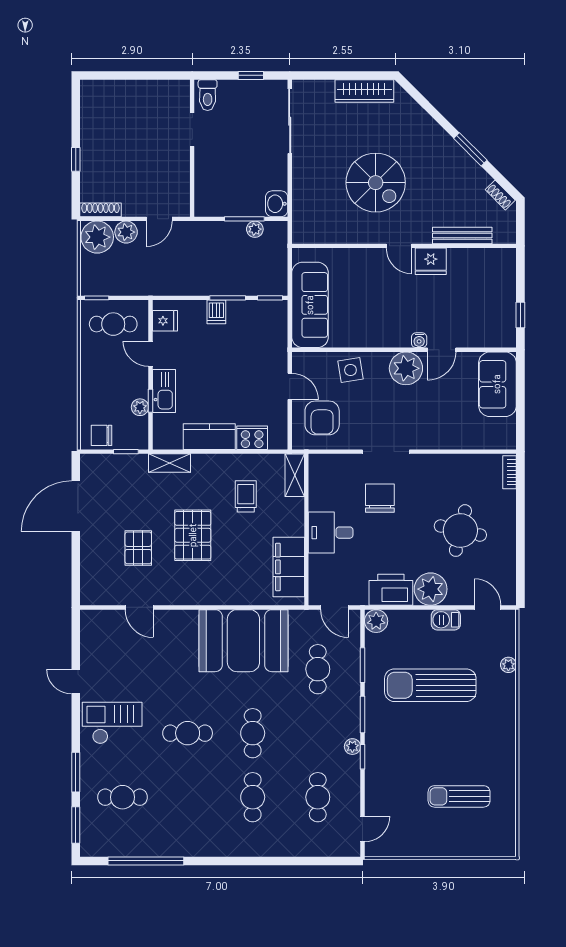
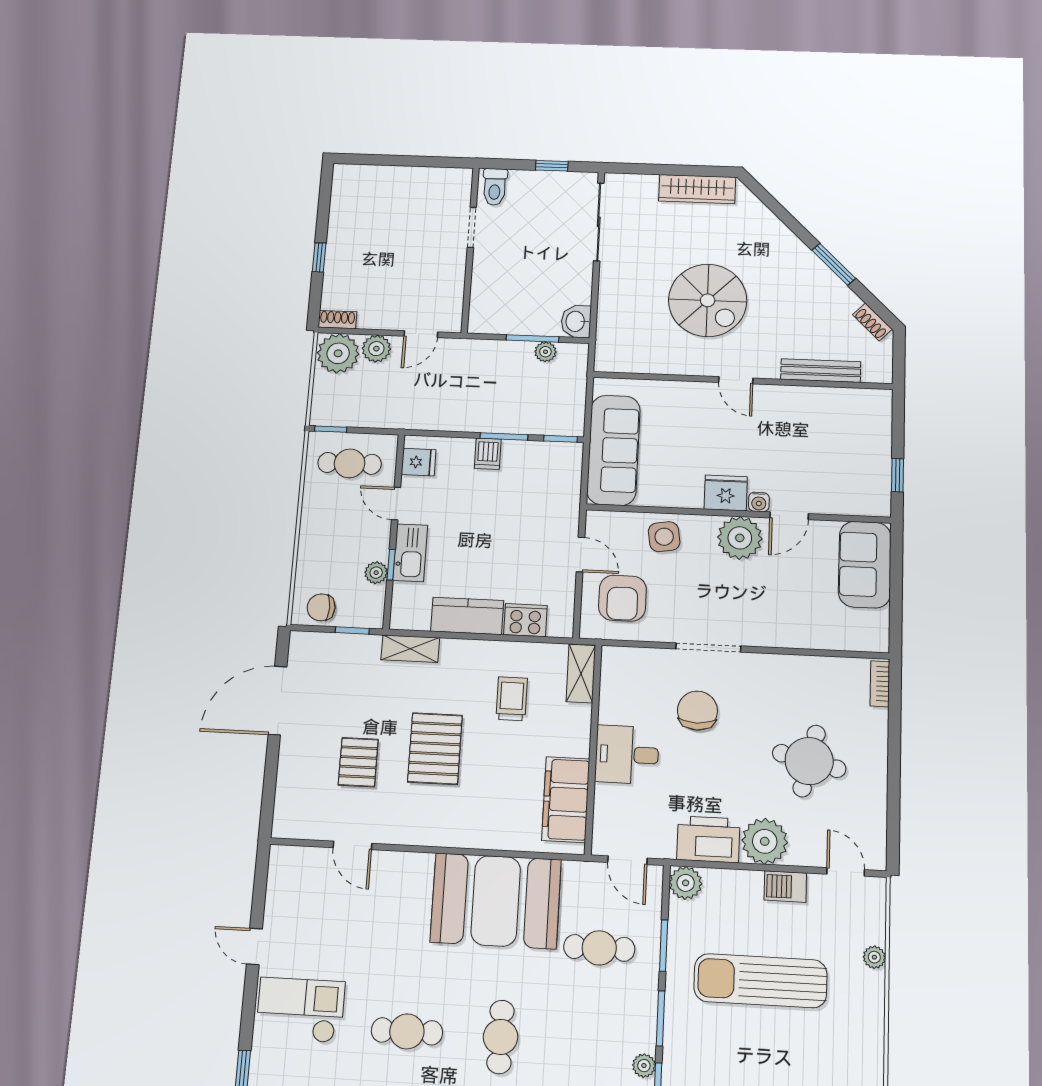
shoe rack: (101, 210) -> (337, 320), width x0.70
fridge: (431, 261) -> (726, 493), moved, turned 180
cafe table: (318, 669) -> (599, 948), turned 90

